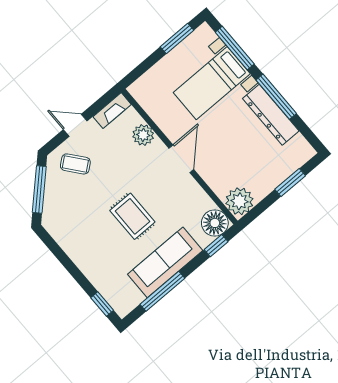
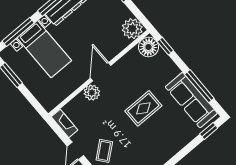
plant: (143, 135) -> (92, 93), moved
door: (181, 159) -> (101, 72), hinge flipped
sofa: (165, 262) -> (191, 100), moved

